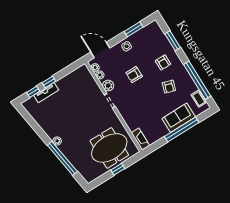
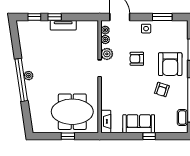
armchair: (163, 63) -> (170, 64), width x1.88, depth x1.88
tv unit: (46, 93) -> (63, 25), moved
sofa: (179, 118) -> (139, 124), moved
window: (182, 129) -> (149, 136), width x0.32
window: (62, 158) -> (21, 80), moved

